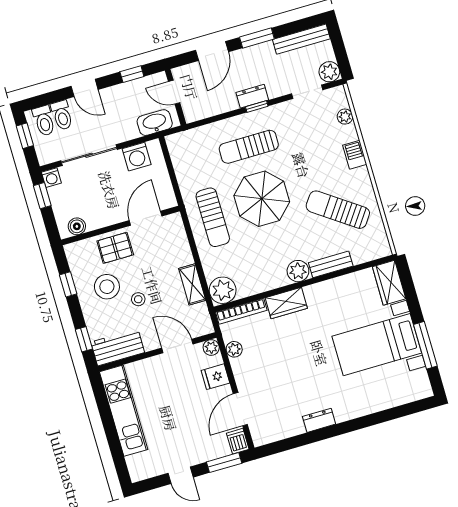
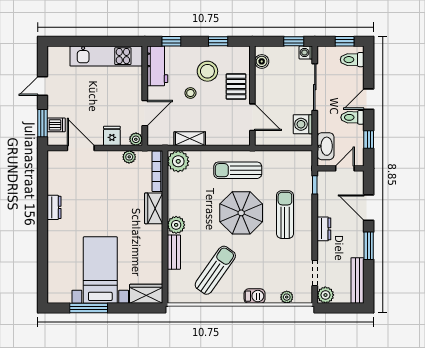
window: (257, 106) -> (315, 185), moved
toilet: (62, 115) -> (352, 117), moved
dishwasher: (238, 441) -> (56, 125), moved

